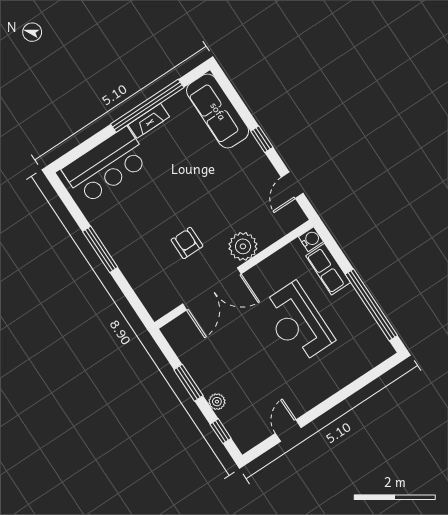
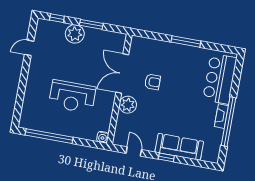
sofa: (218, 111) -> (179, 147), moved
row of seats: (328, 269) -> (83, 132), removed
reception desk: (297, 323) -> (72, 97), turned 180
plant: (217, 402) -> (75, 34), width x1.88, depth x1.88
door: (288, 431) -> (29, 48), swing flipped

